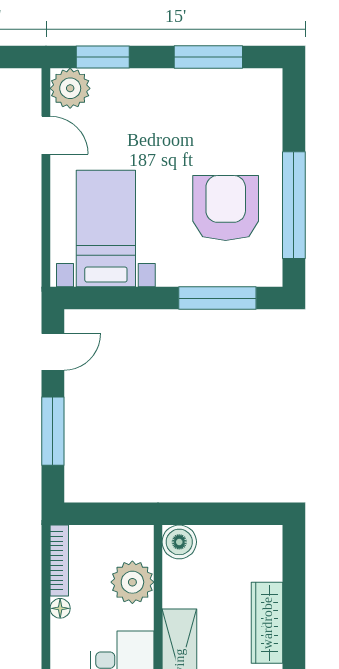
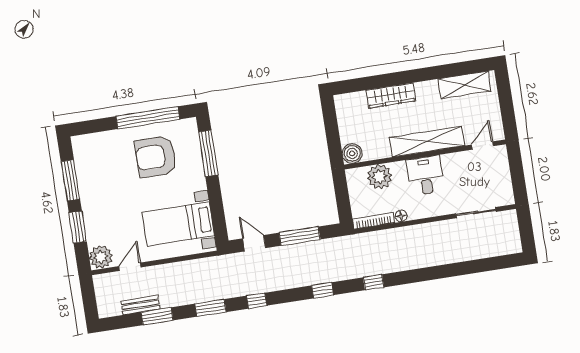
window: (103, 57) -> (78, 227), moved

